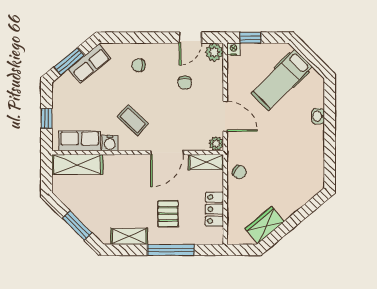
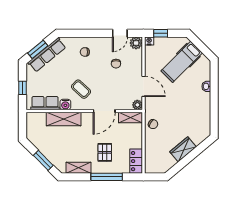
row of seats: (90, 64) -> (47, 55), width x1.48
shelving: (77, 164) -> (64, 119), moved
locker: (214, 209) -> (136, 161), moved
wardrobe: (265, 225) -> (183, 149), moved

